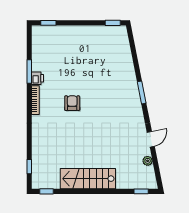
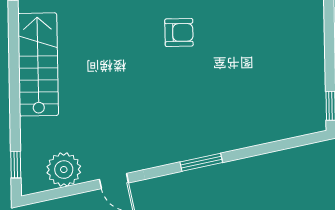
plant: (148, 161) -> (64, 170), width x1.87, depth x1.87

